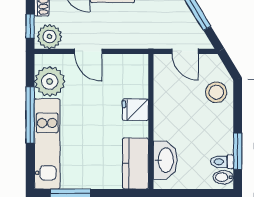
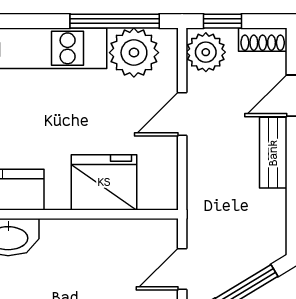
fridge: (135, 110) -> (104, 182), width x1.88, depth x1.34
window: (30, 115) -> (115, 21), moved

